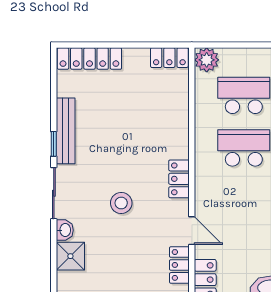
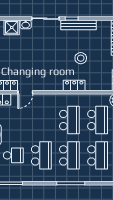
locker: (179, 179) -> (74, 85), moved
stool: (121, 203) -> (81, 58), moved

